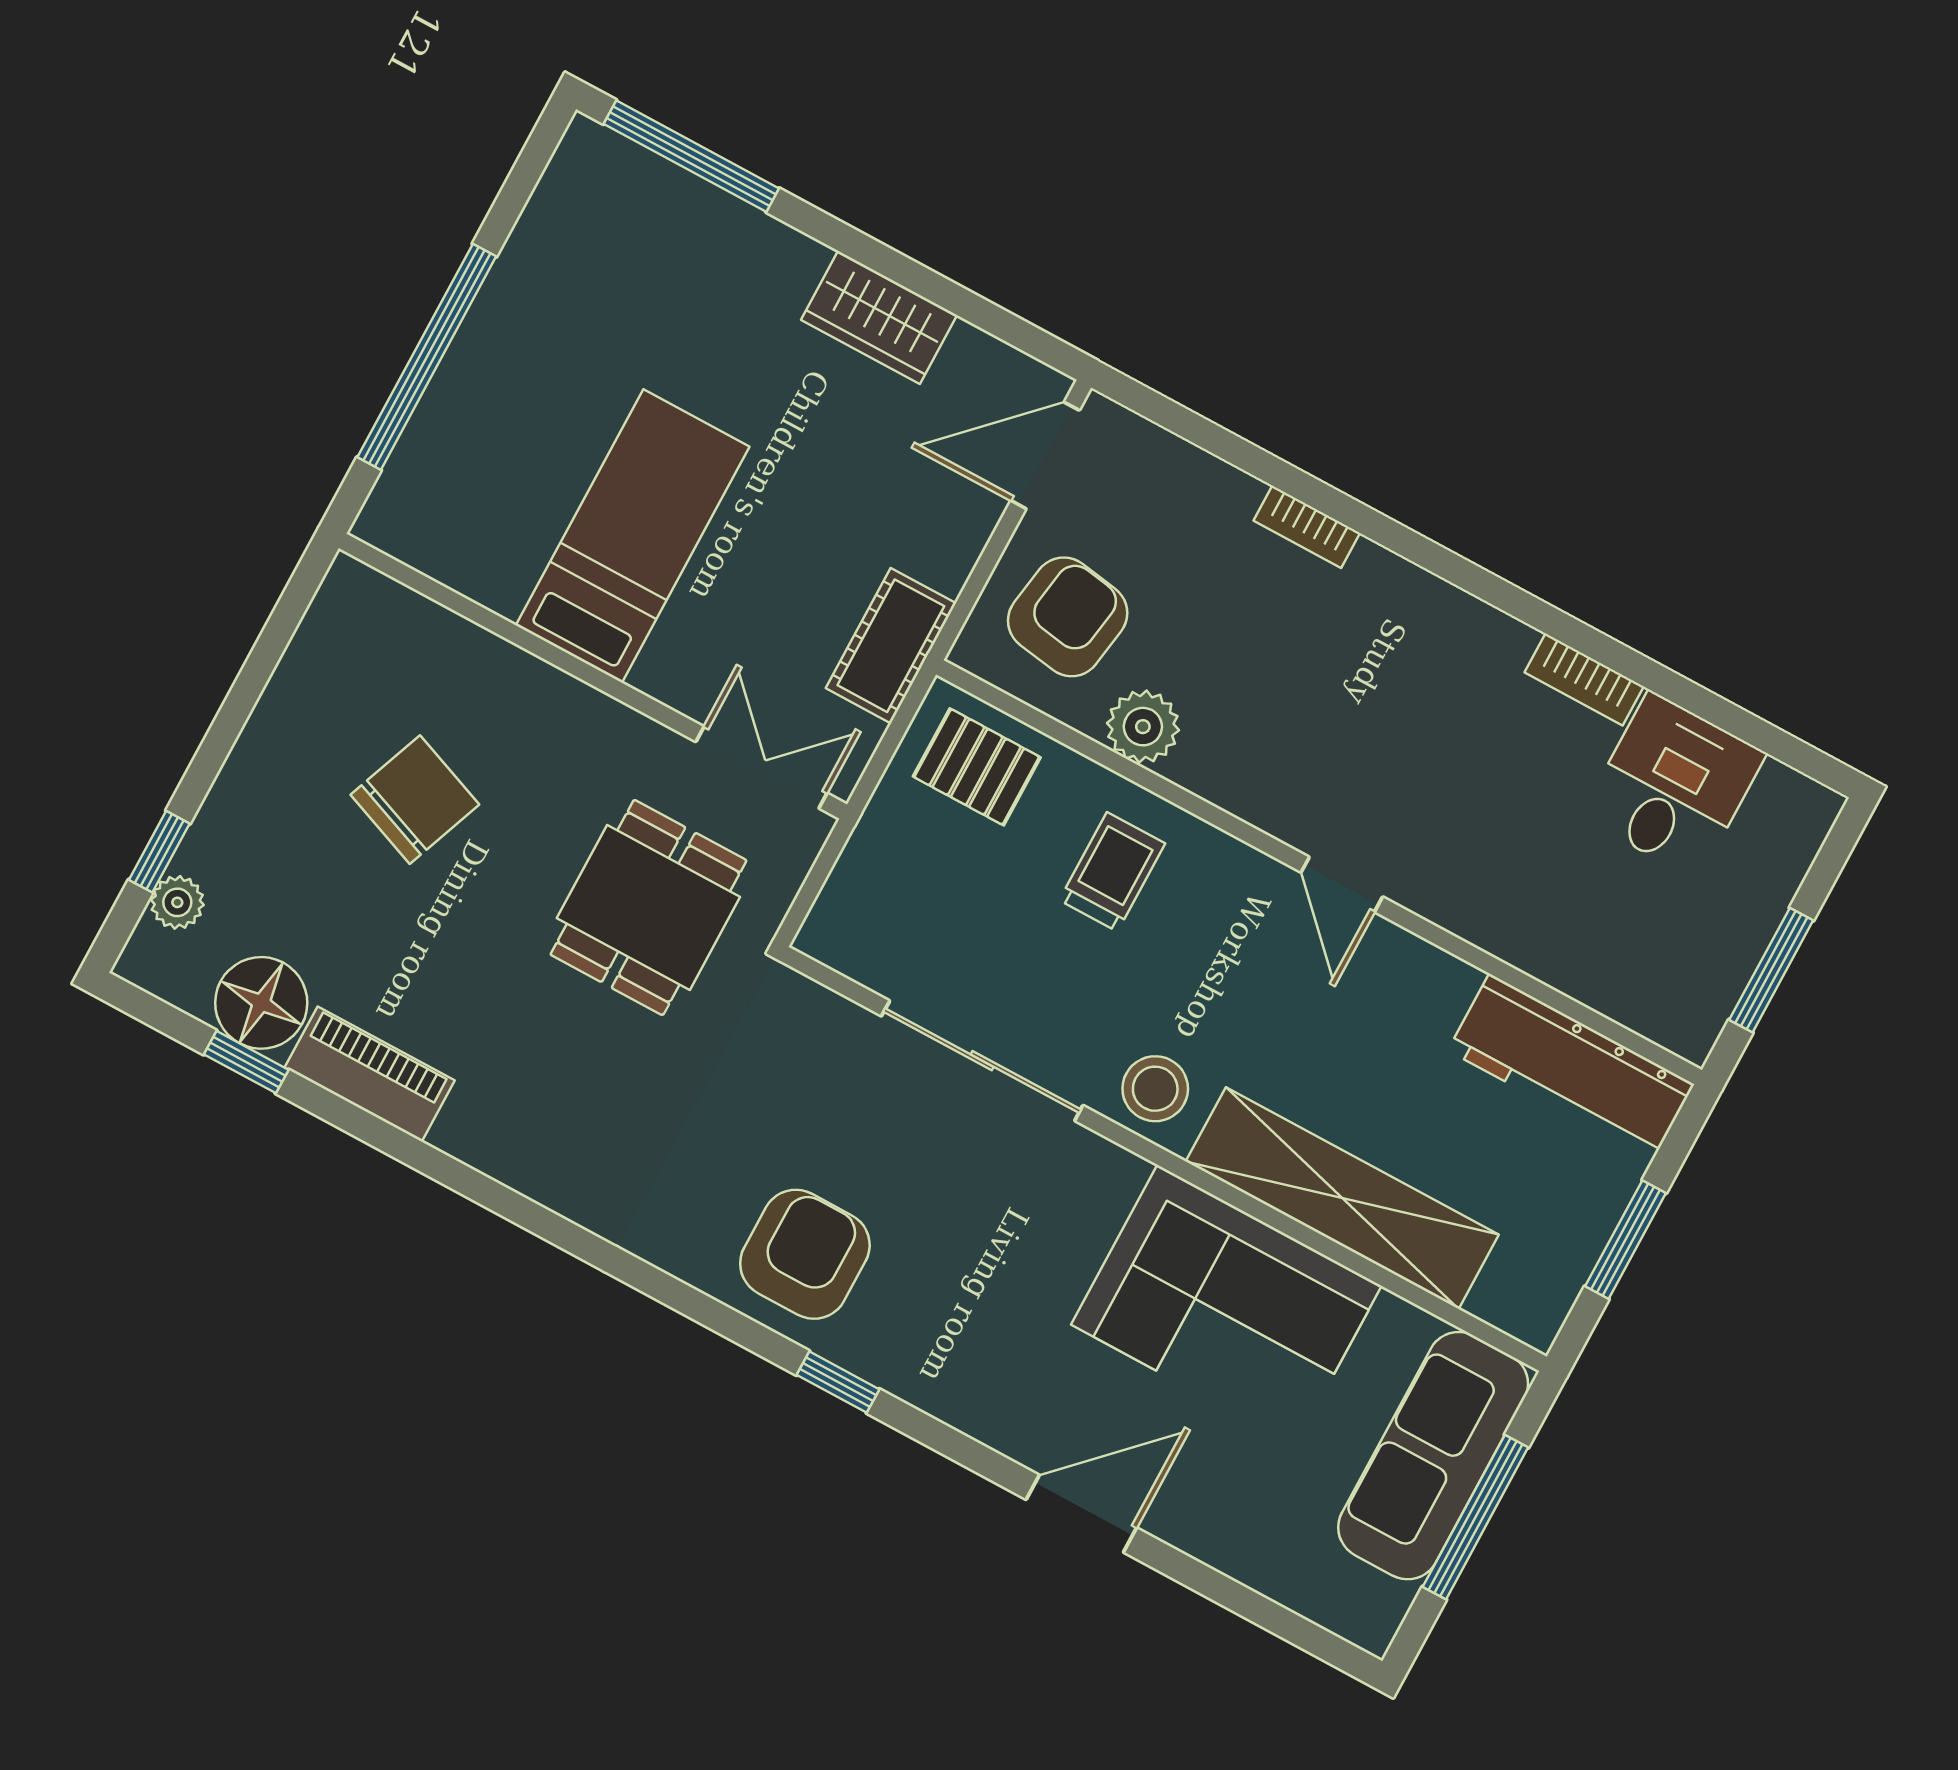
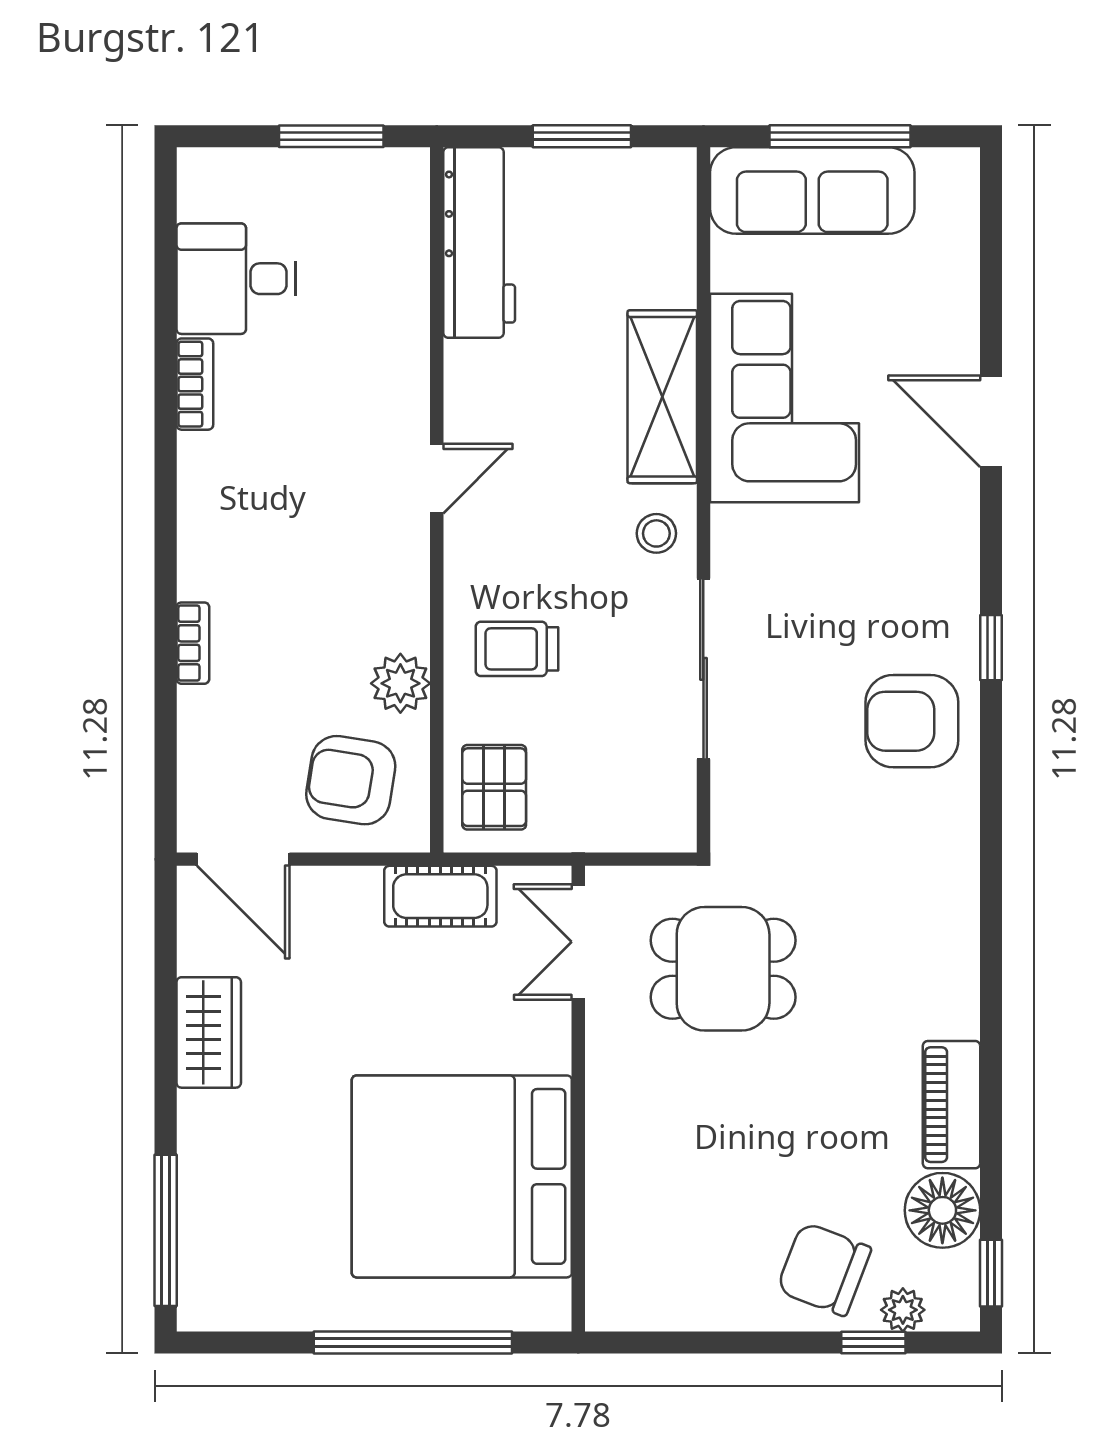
bed: (633, 536) -> (462, 1176), width x2.04
chair: (415, 800) -> (824, 1269), moved
window: (246, 1062) -> (991, 1273), moved
stool: (1155, 1089) -> (656, 533), width x0.73, depth x0.73
shelving: (1342, 1198) -> (662, 397), width x0.68

